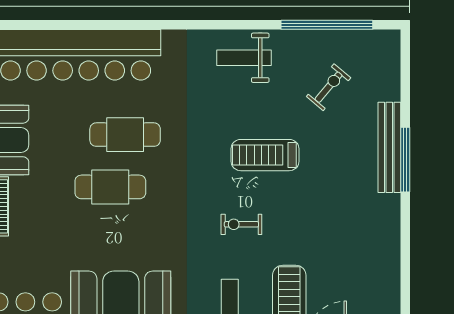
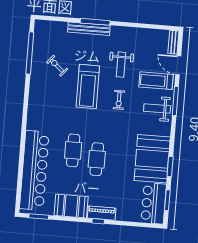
weight bench: (244, 58) -> (121, 65), moved
exercise bike: (329, 87) -> (57, 66), moved
treadmill: (265, 155) -> (88, 86), width x1.37, depth x1.38

